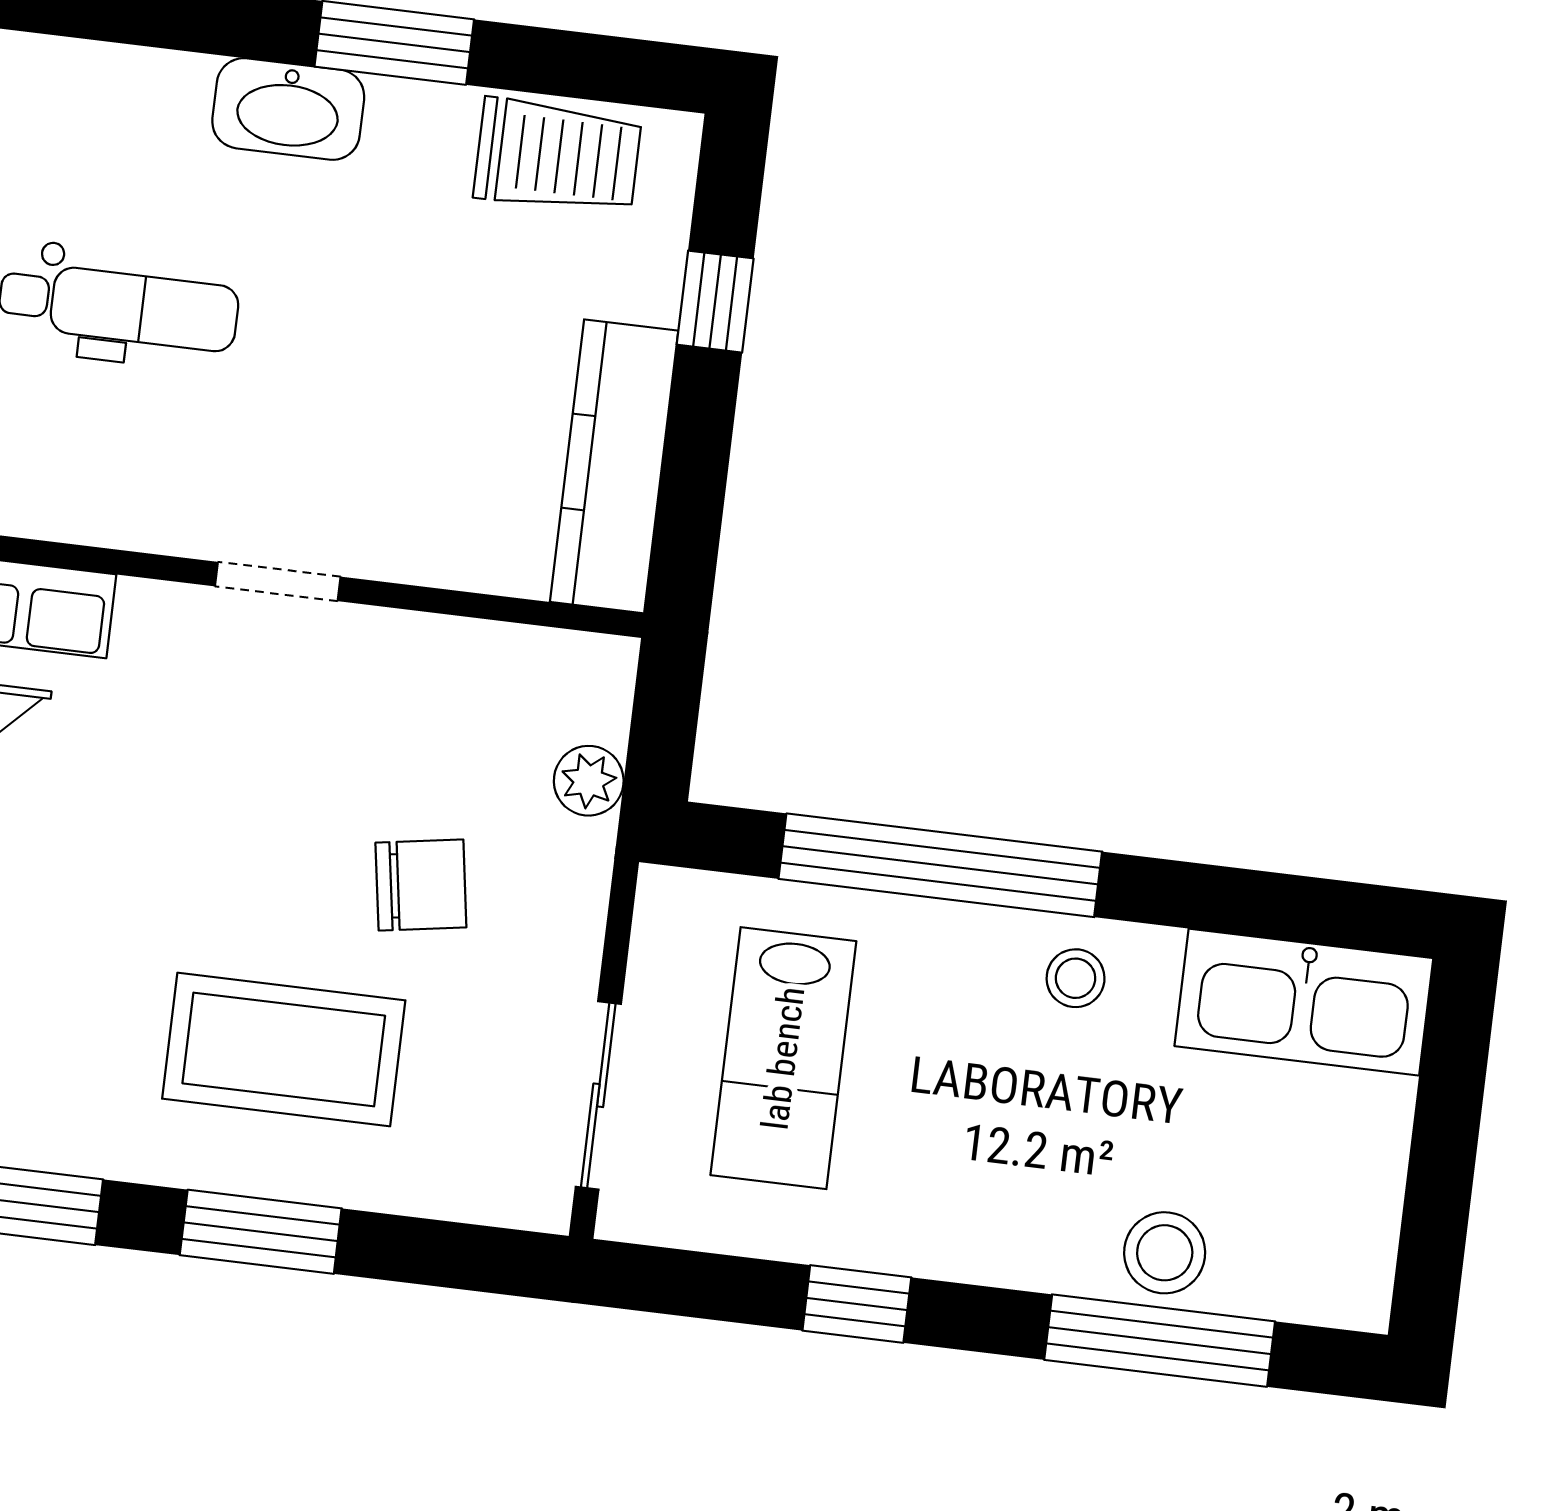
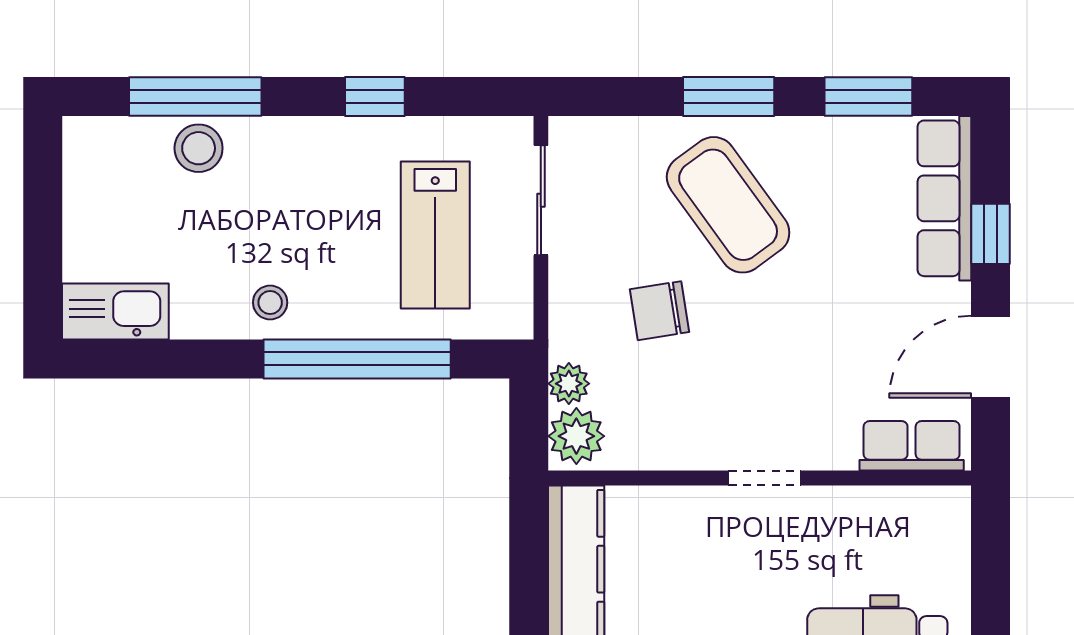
plant: (587, 691) -> (576, 436), added
kitchen sink: (1304, 1002) -> (115, 311), width x0.73, depth x0.81
coffee table: (284, 1050) -> (728, 205), turned 54
lab bench: (783, 1058) -> (435, 235), turned 180

